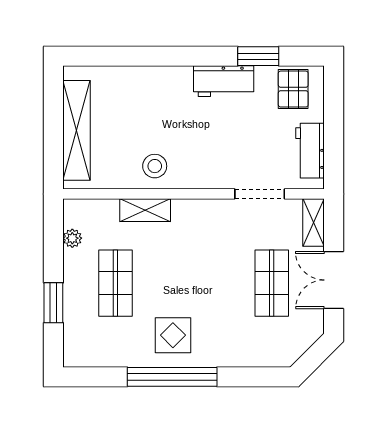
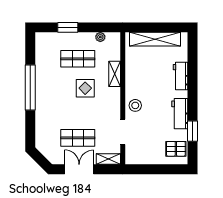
workbench: (310, 151) -> (180, 76), moved, turned -90
stool: (155, 166) -> (135, 105), moved
display table: (173, 335) -> (85, 88), moved

